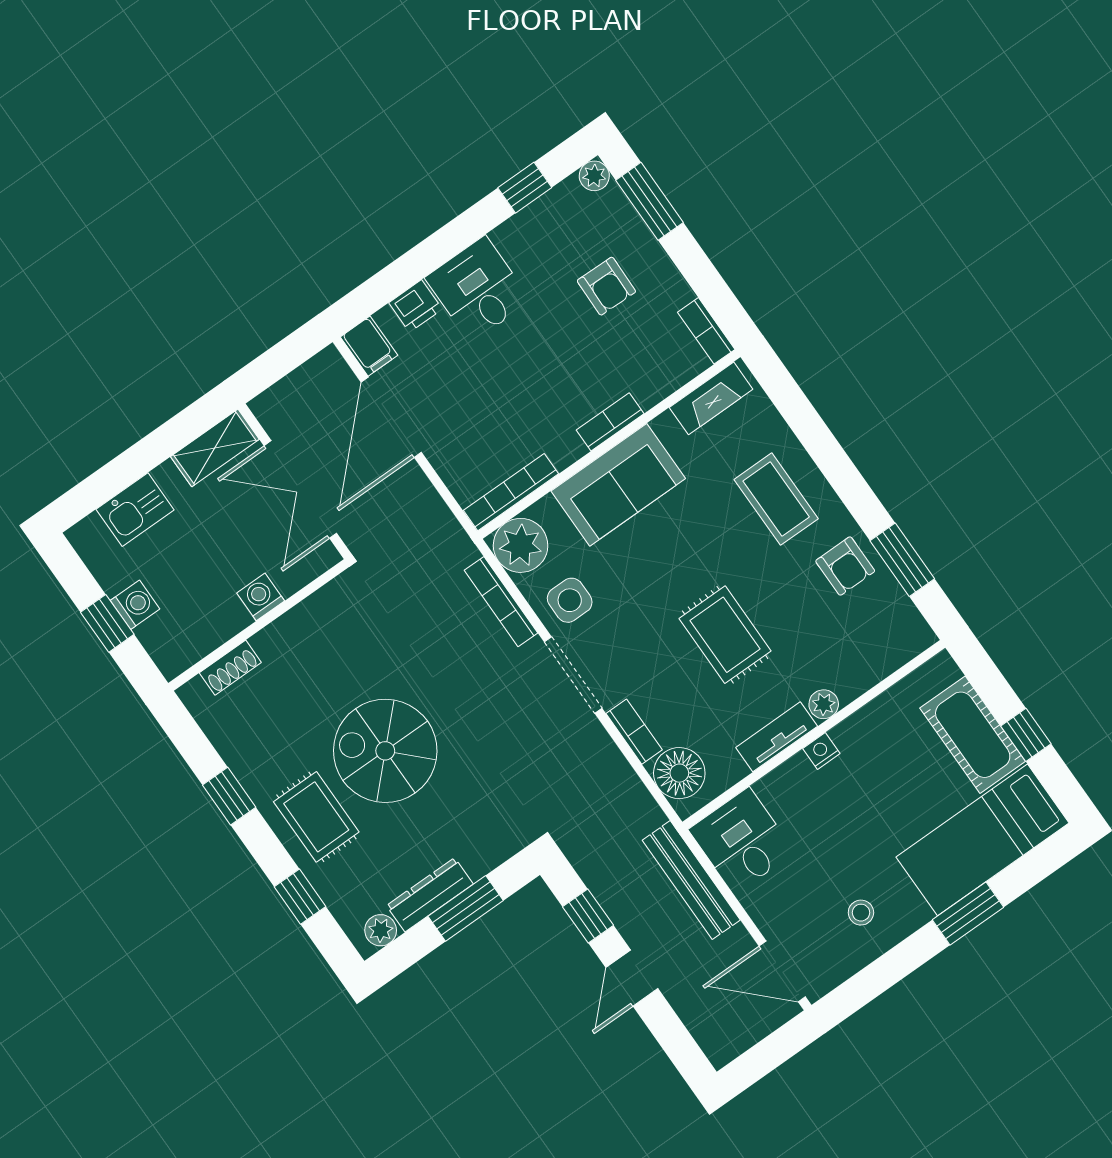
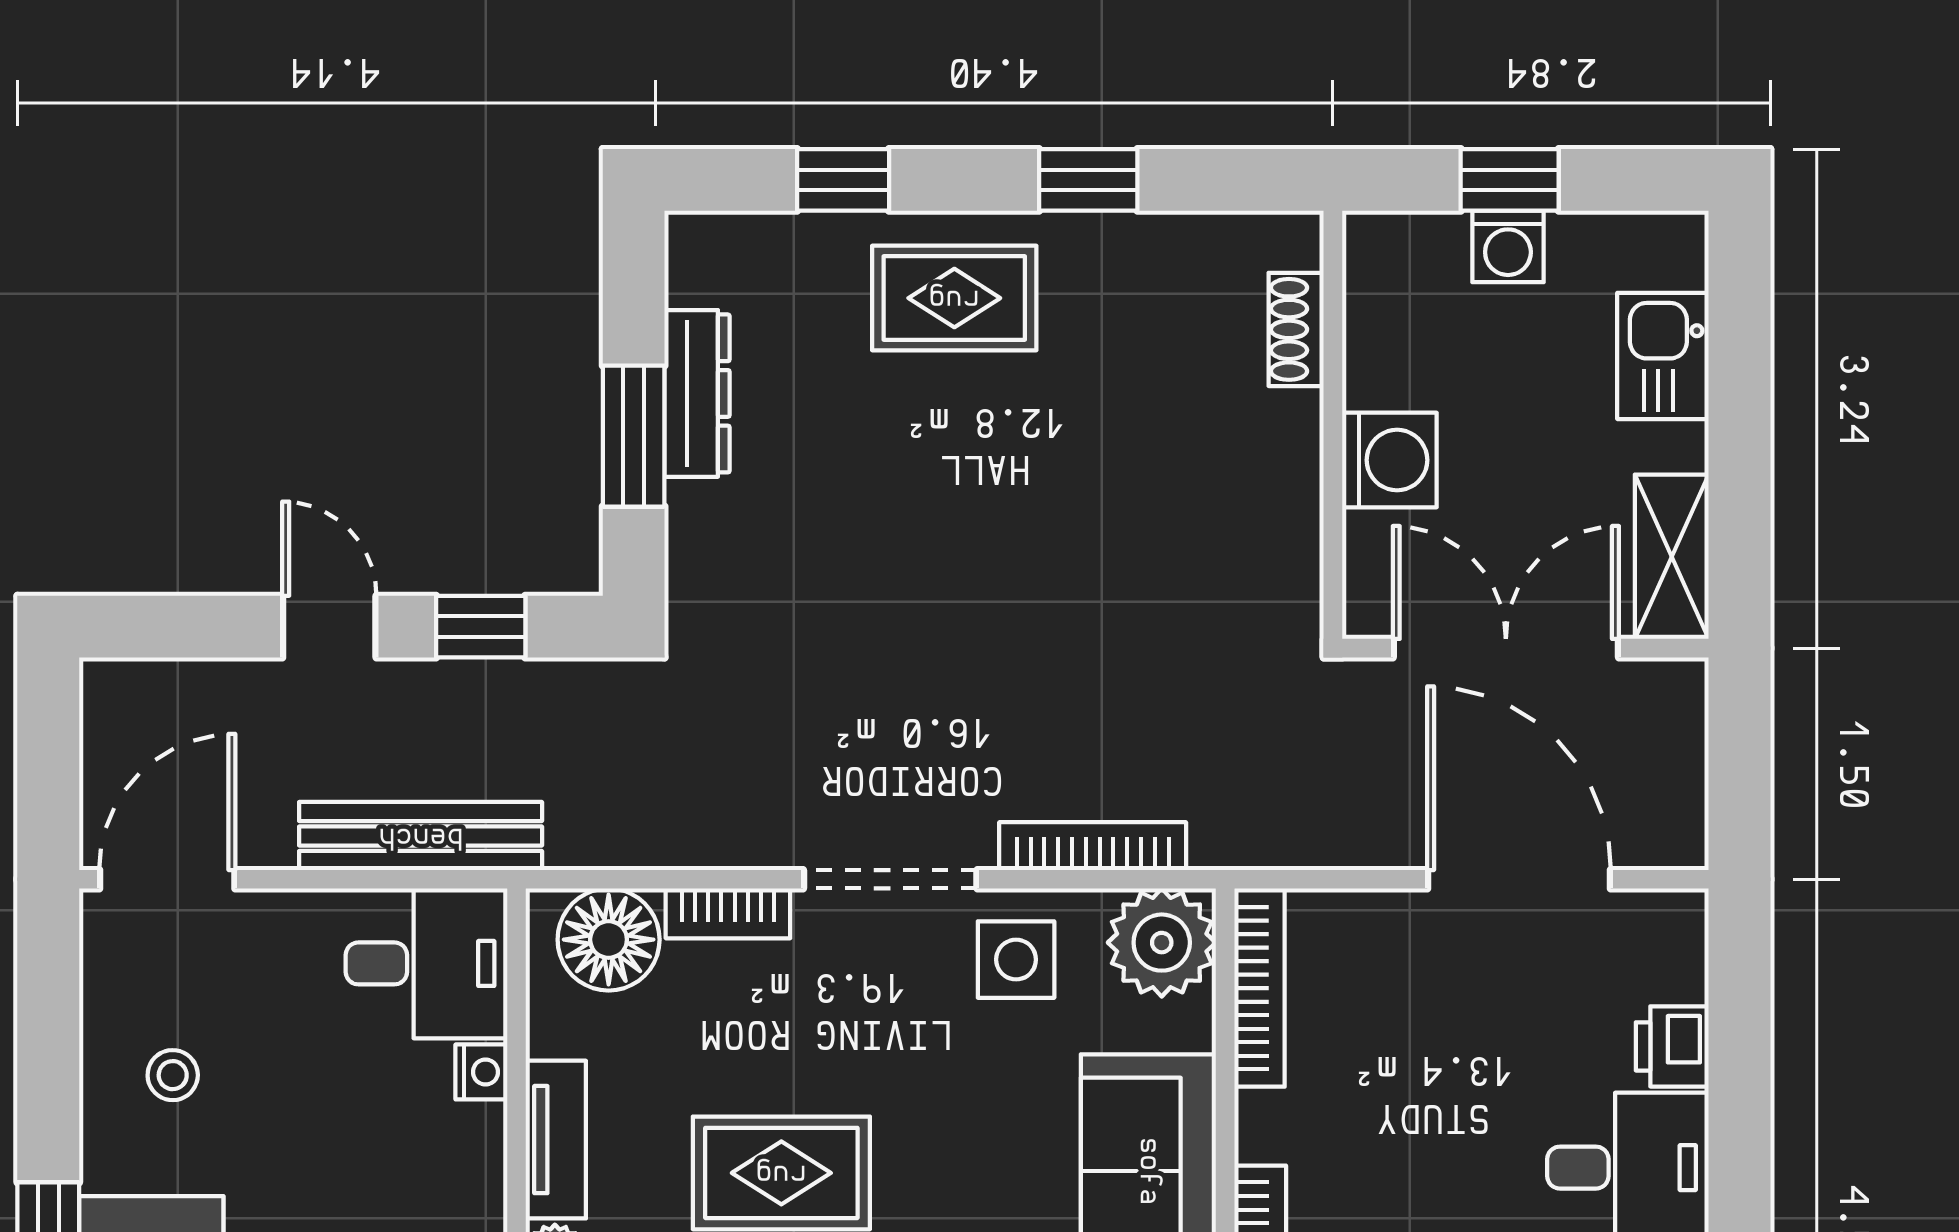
filing cabinet: (369, 346) -> (1660, 925), removed
washing machine: (261, 597) -> (1389, 460), width x1.38, depth x1.38
spiral stairs: (385, 751) -> (983, 486), removed
nightstand: (821, 751) -> (481, 1072), moved
plant: (381, 930) -> (696, 273), removed

